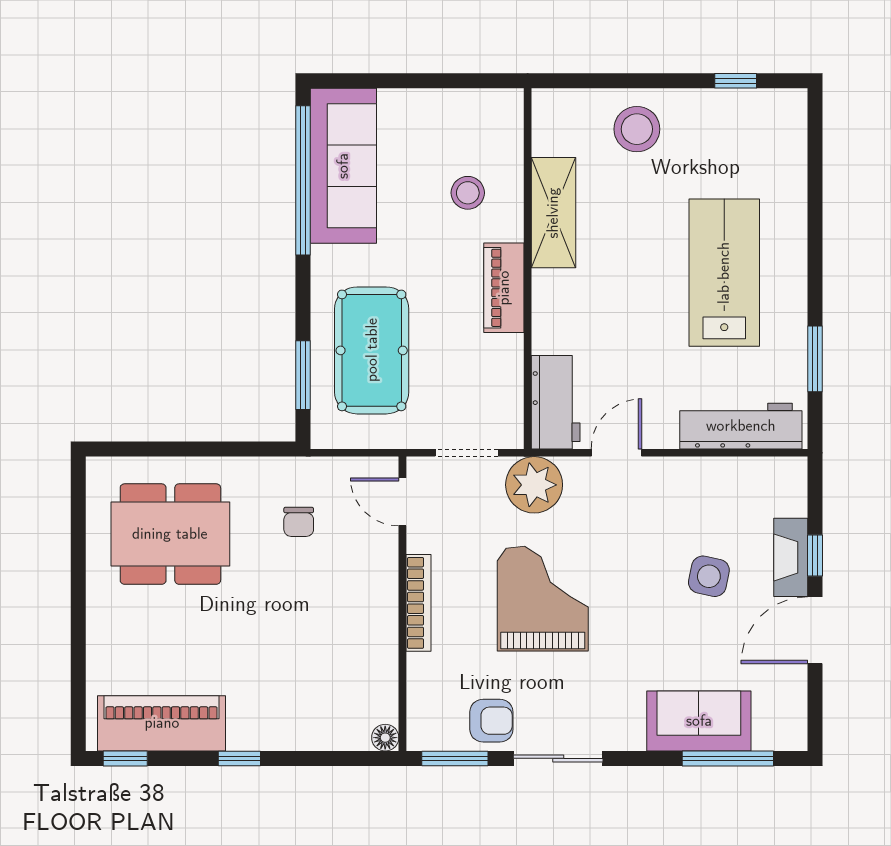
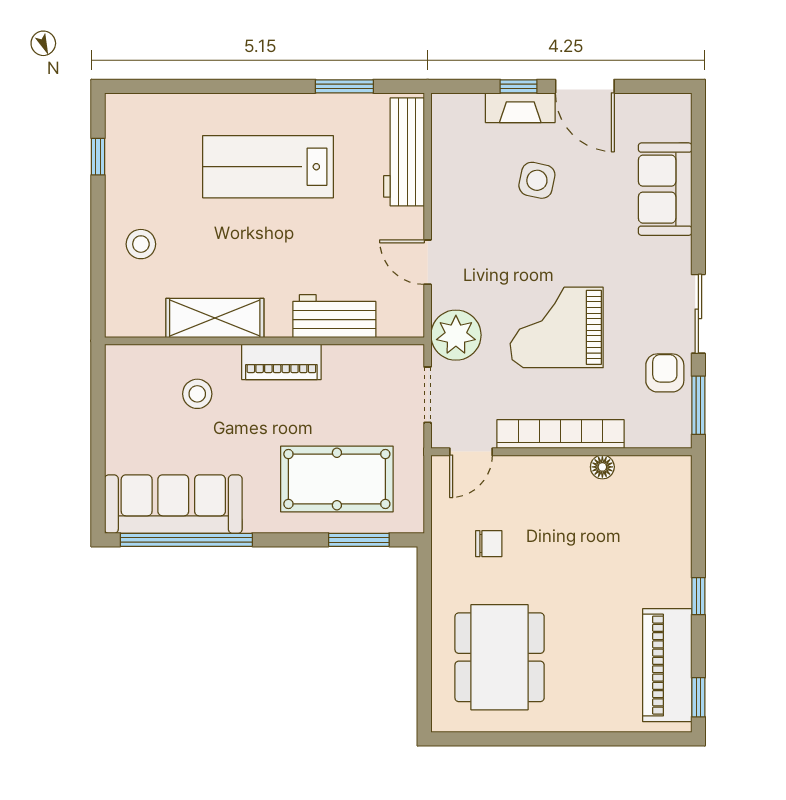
stool: (637, 129) -> (141, 244), width x0.73, depth x0.73
workbench: (556, 402) -> (334, 316), moved
bookcase: (418, 603) -> (560, 434), width x1.48, depth x1.31
floor lamp: (385, 738) -> (602, 467), moved
window: (728, 758) -> (698, 164), removed

